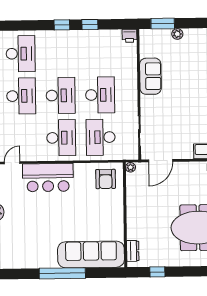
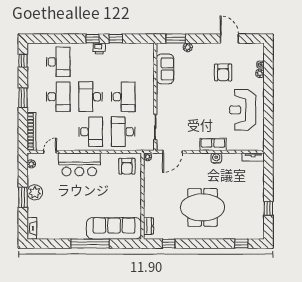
printer: (129, 36) -> (99, 48), moved
sofa: (150, 76) -> (165, 69), moved
desk: (61, 95) -> (91, 97), turned 180

